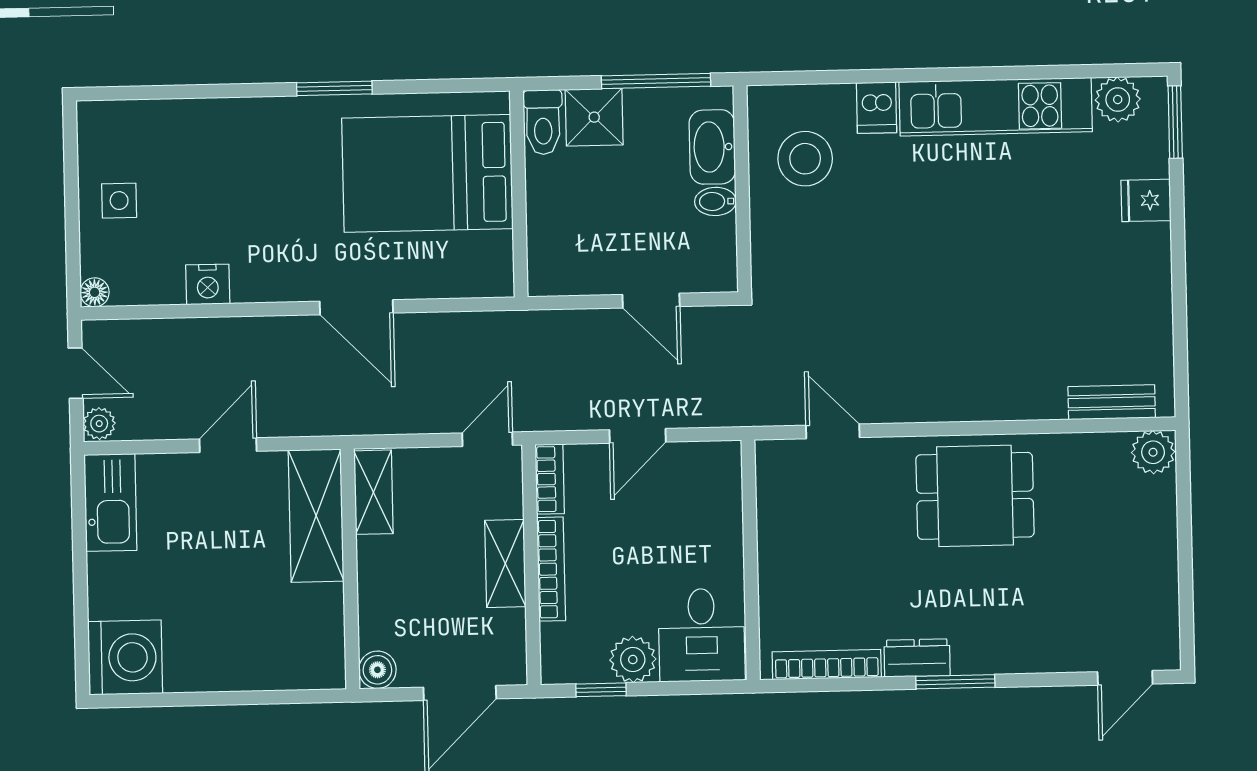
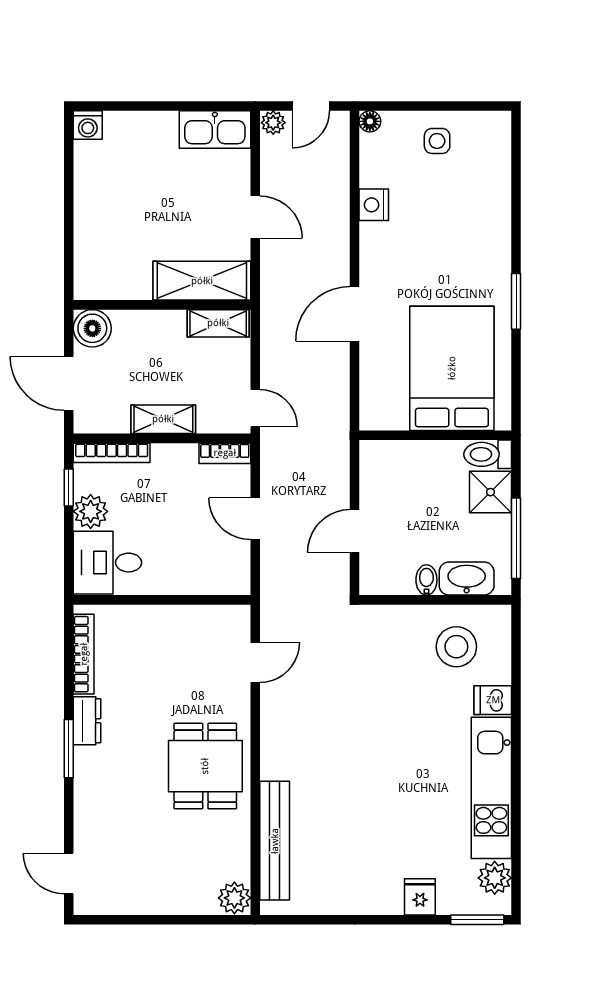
bench: (1112, 402) -> (275, 841), width x1.86, depth x1.21
bookcase: (551, 569) -> (112, 453), moved
washing machine: (125, 658) -> (88, 125), width x0.53, depth x0.53
boiler: (377, 670) -> (92, 328), width x1.36, depth x1.36

